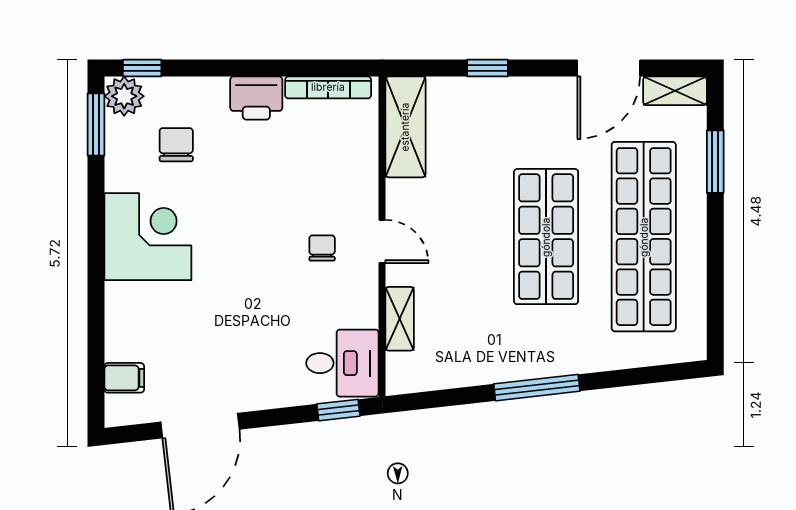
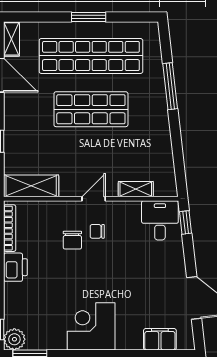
chair: (176, 145) -> (72, 240), moved, turned -90
window: (715, 162) -> (89, 17), moved
filing cabinet: (124, 378) -> (160, 339), width x2.00
window: (537, 388) -> (170, 86), moved

